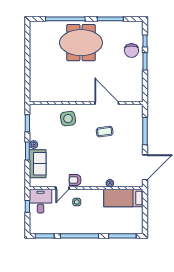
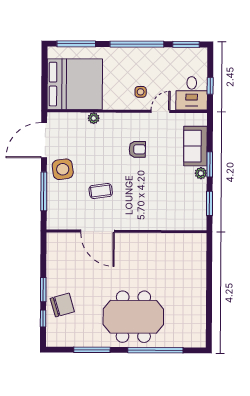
chair: (131, 51) -> (62, 305), turned 74
side table: (68, 119) -> (63, 169), moved
armchair: (75, 180) -> (137, 149), moved
bed: (123, 198) -> (75, 84), width x2.04

